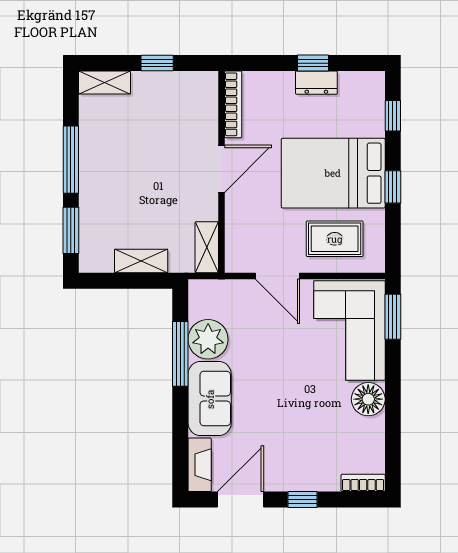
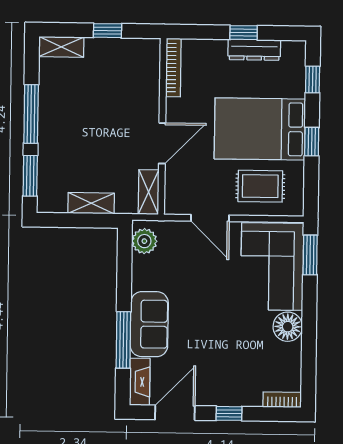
dresser: (316, 83) -> (254, 50), width x1.44
door: (221, 169) -> (162, 143), moved
plant: (208, 339) -> (144, 241), moved, width x0.73, depth x0.73
window: (180, 354) -> (123, 340), moved

